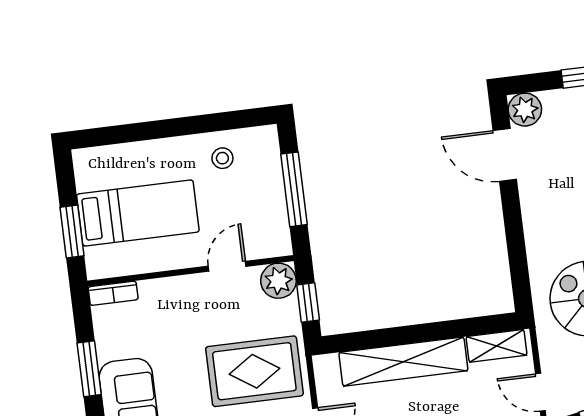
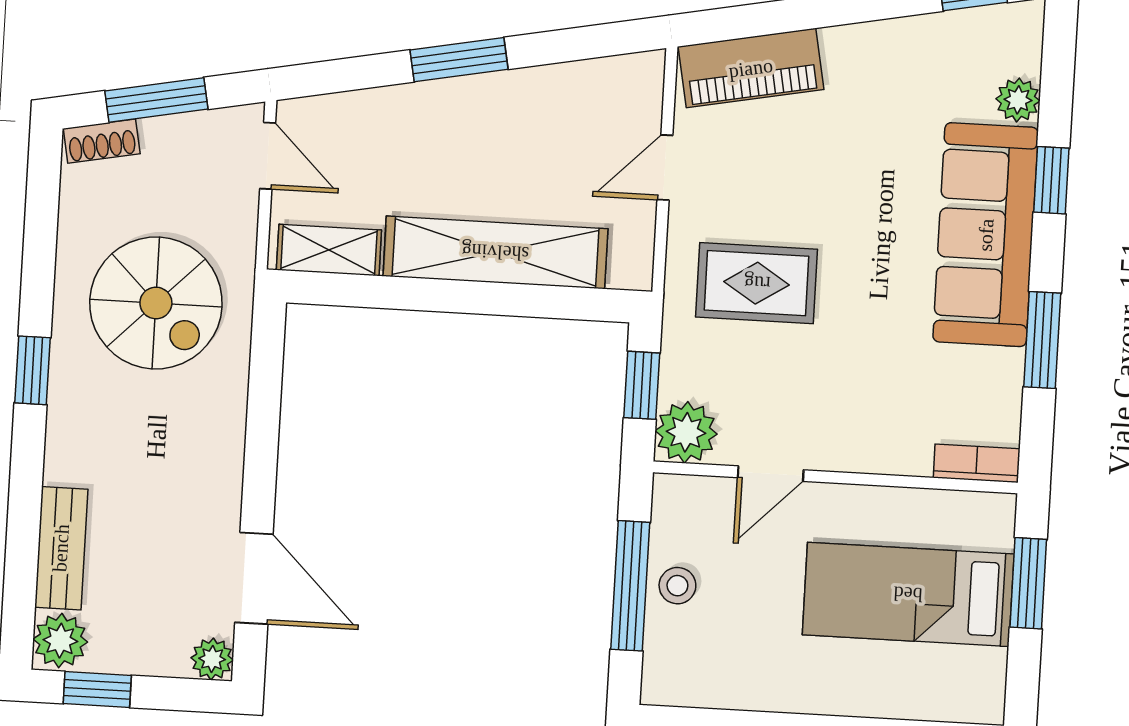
plant: (525, 110) -> (212, 659), width x0.73, depth x0.73
stool: (222, 158) -> (677, 586), moved
rug: (254, 371) -> (757, 283), width x0.73, depth x0.70

